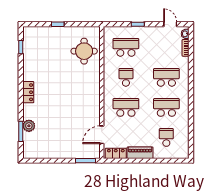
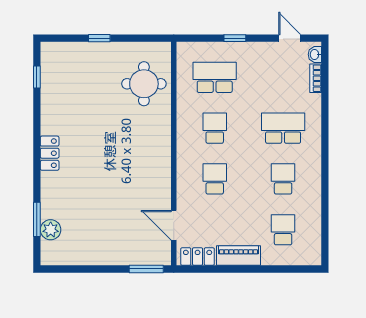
school desk: (126, 107) -> (215, 179), width x0.54
school desk: (166, 107) -> (283, 179), width x0.54
plant: (29, 126) -> (51, 230), moved
door: (102, 135) -> (174, 225), hinge flipped

